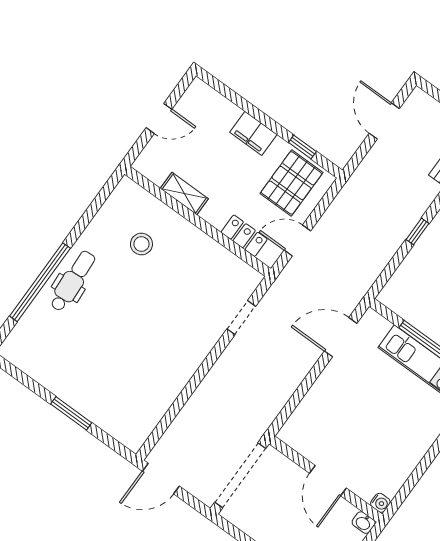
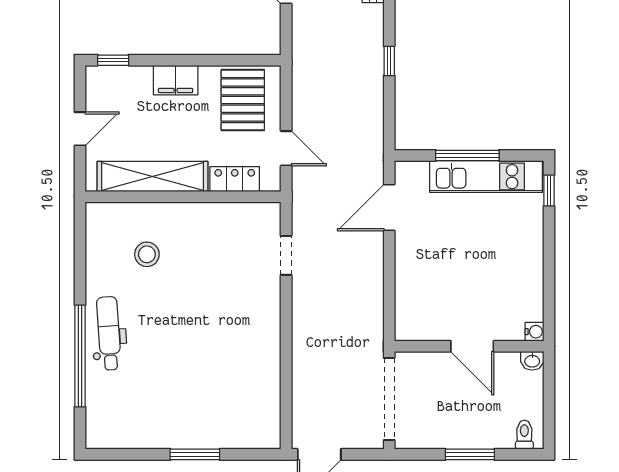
window: (302, 147) -> (113, 60), moved
shelving: (184, 194) -> (153, 176), width x2.20, depth x1.33
door: (297, 241) -> (286, 148), swing flipped

